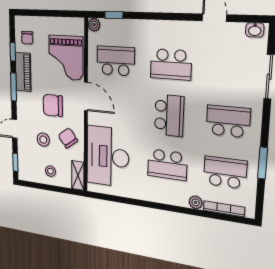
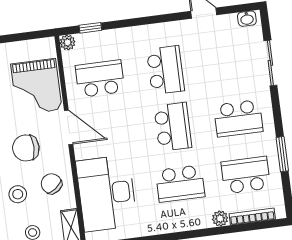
school desk: (171, 64) -> (165, 70), turned -90
school desk: (228, 121) -> (238, 118), turned 180

